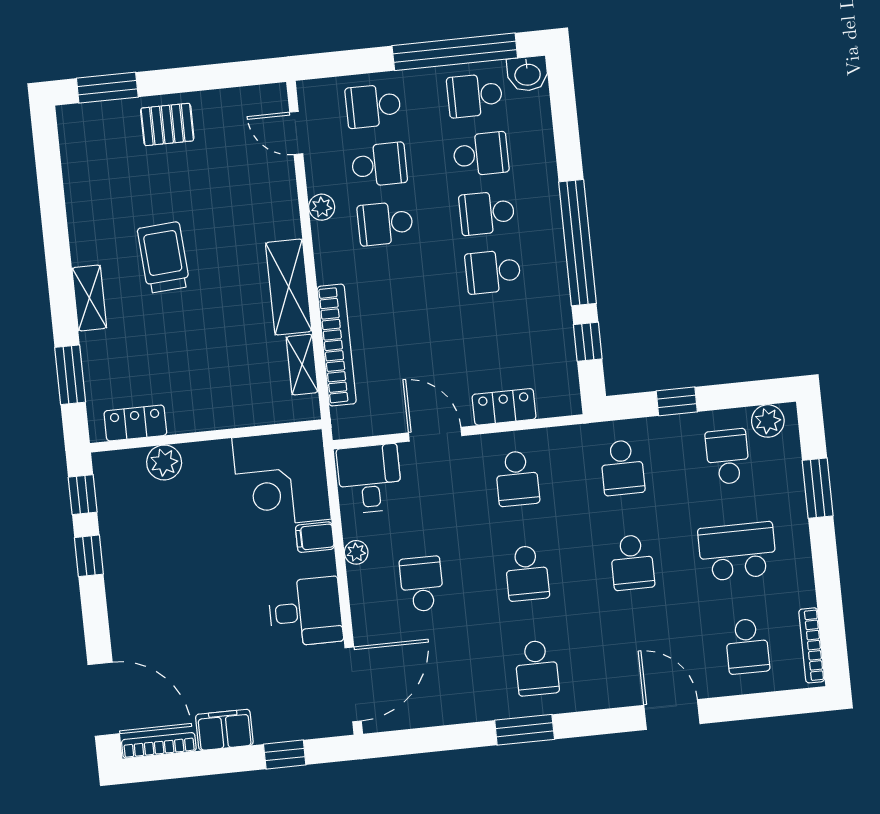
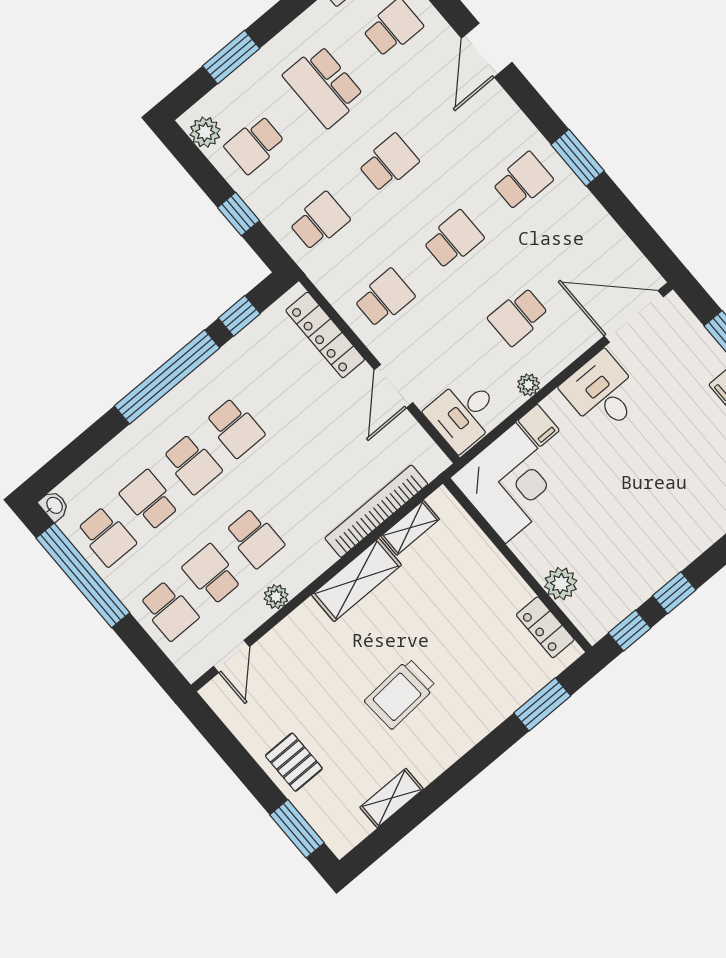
washbasin: (528, 74) -> (54, 506), width x0.72, depth x0.69
shelving: (89, 298) -> (392, 798), moved
locker: (504, 407) -> (325, 335), width x1.53

